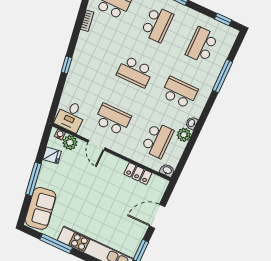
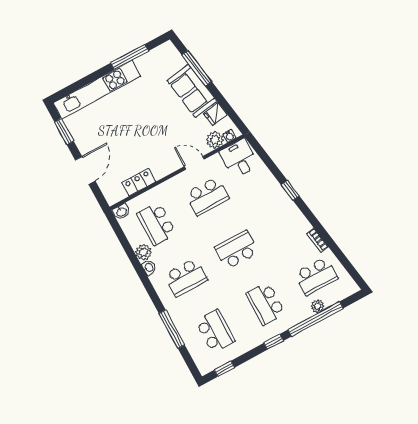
window: (33, 179) -> (197, 68), moved
sofa: (41, 208) -> (192, 91), moved

